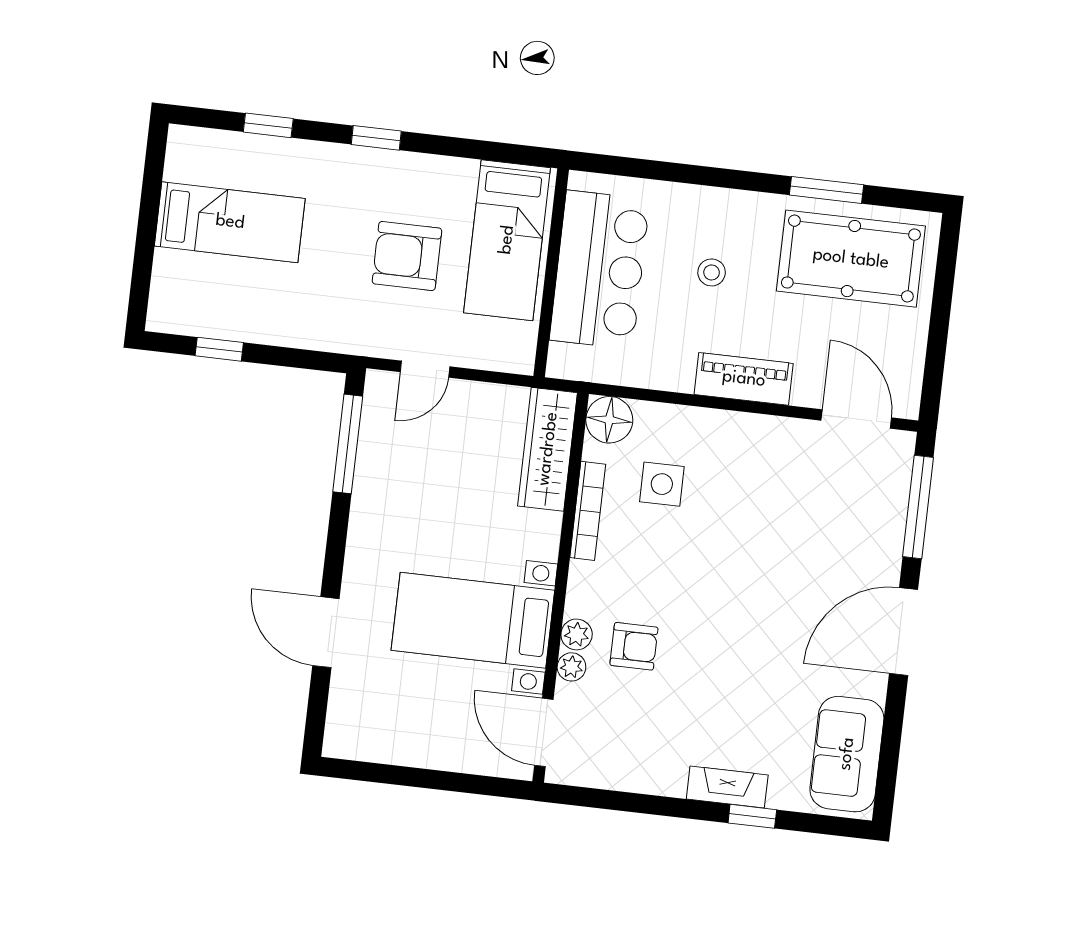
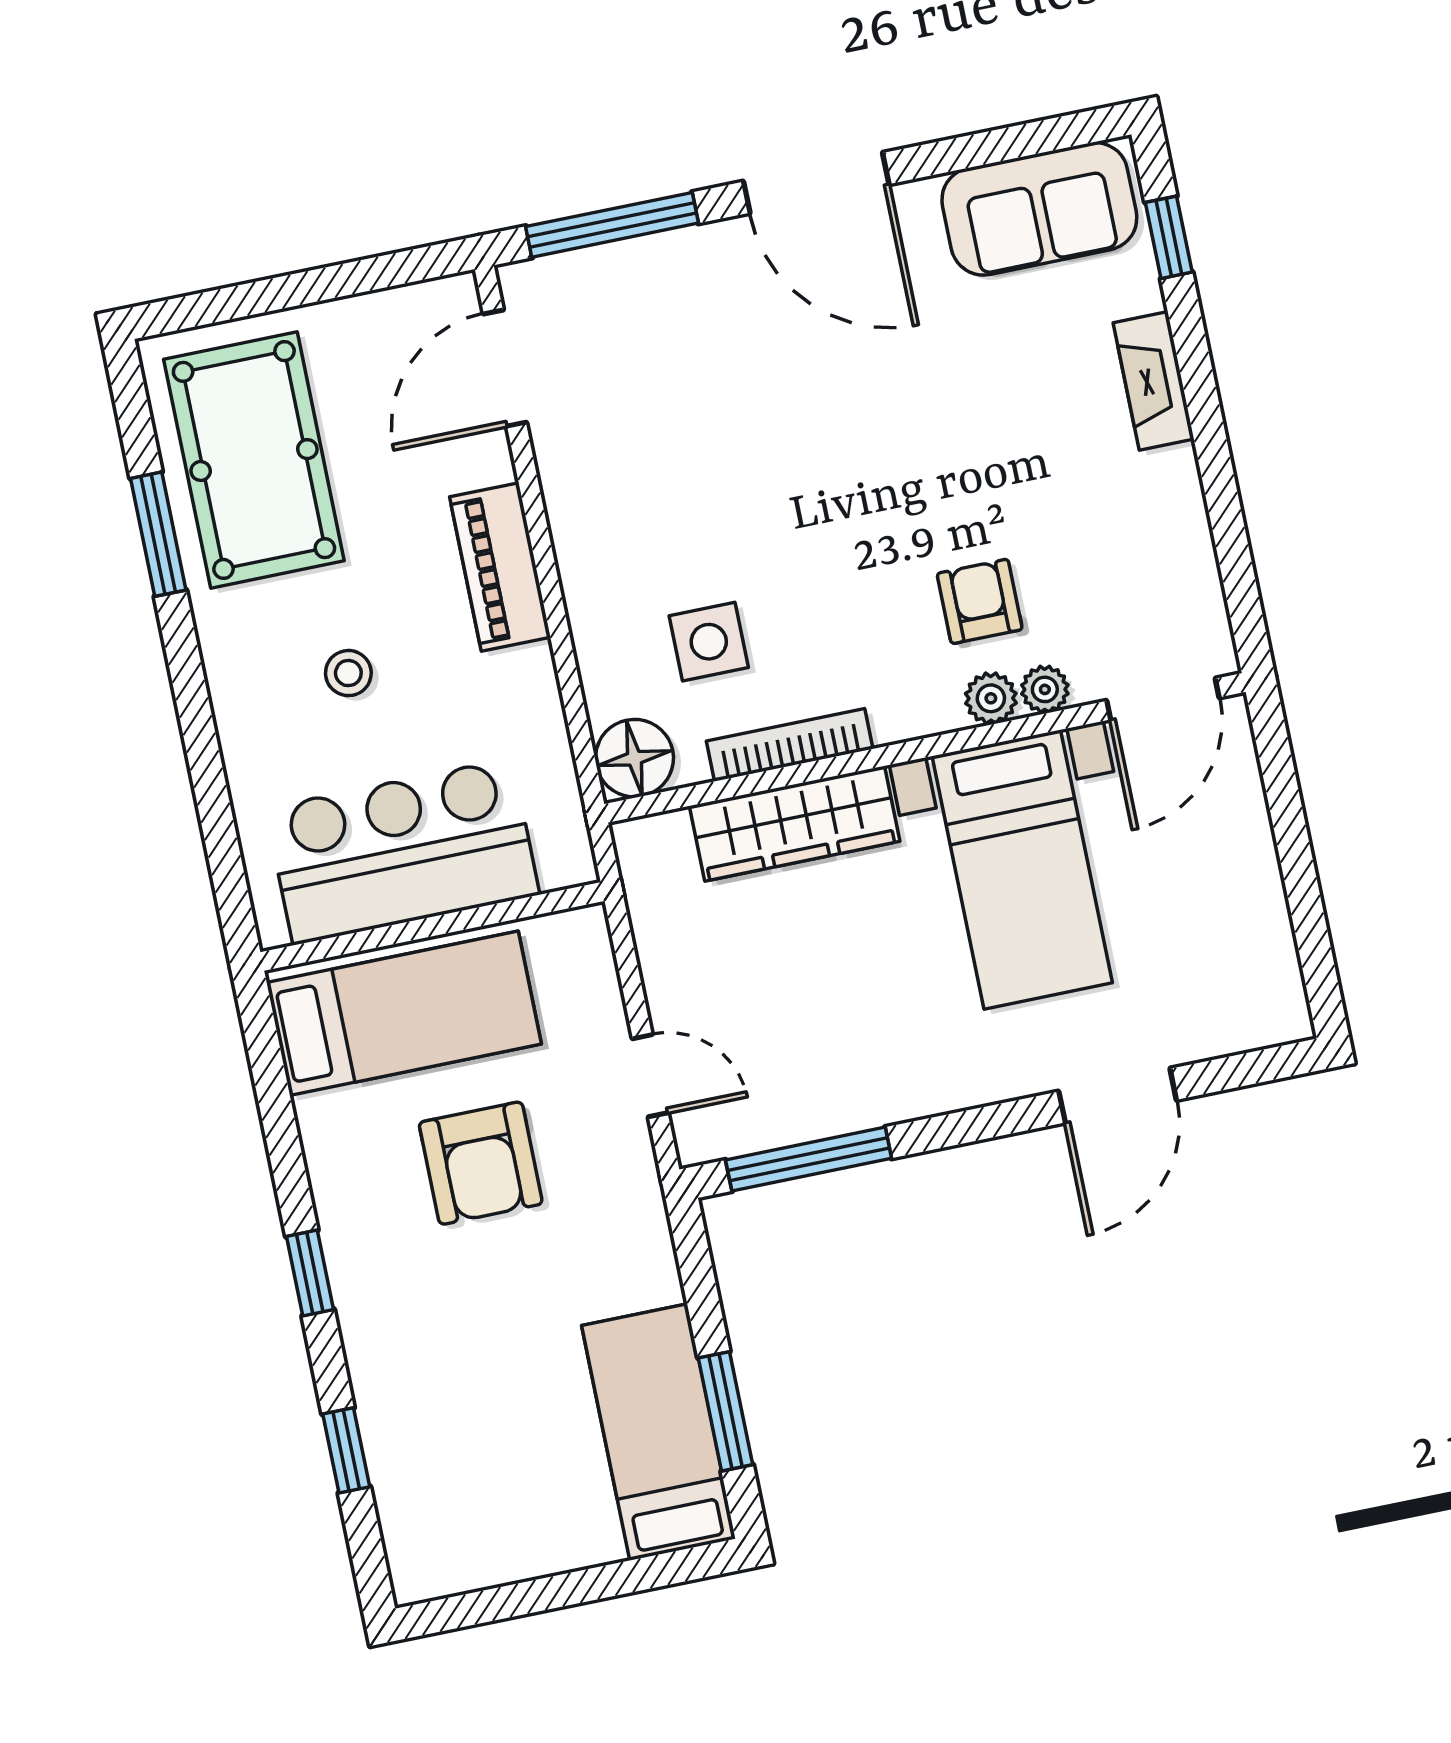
bed: (230, 222) -> (659, 1432), moved
window: (219, 349) -> (726, 1411), width x1.50
wardrobe: (548, 449) -> (795, 824), moved
window: (752, 816) -> (1169, 237), moved

